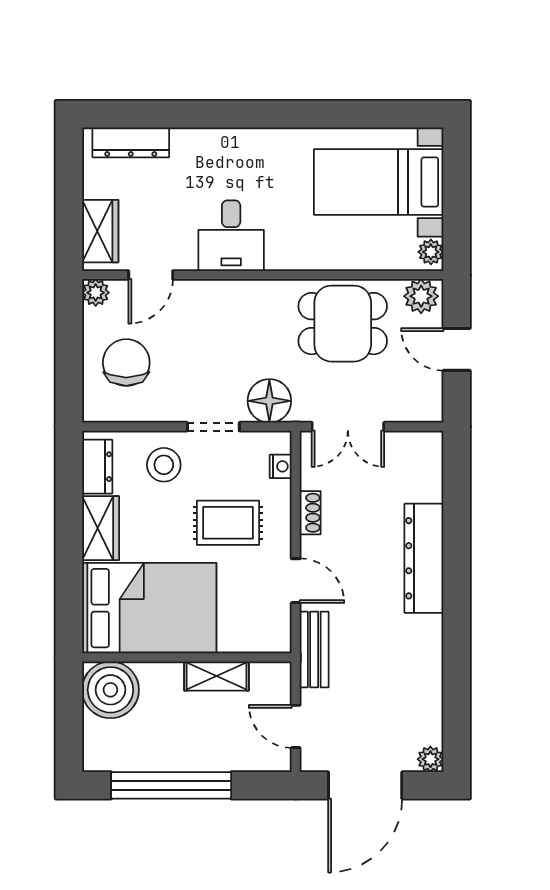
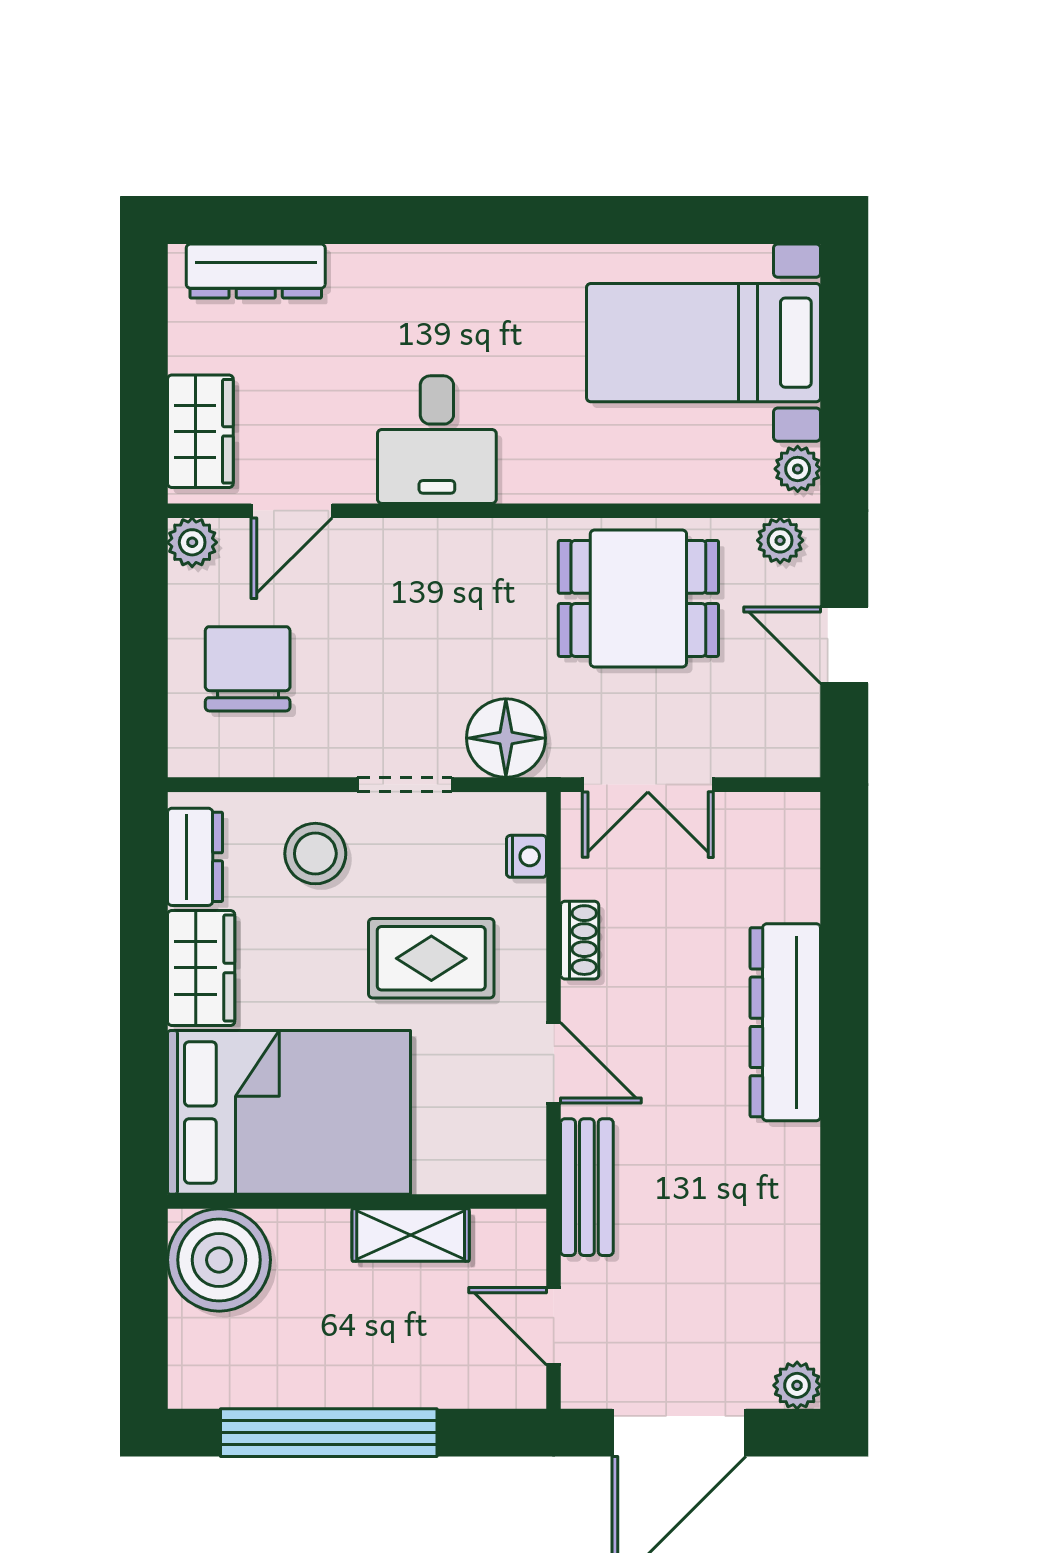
plant: (421, 296) -> (780, 540), width x0.73, depth x0.73

